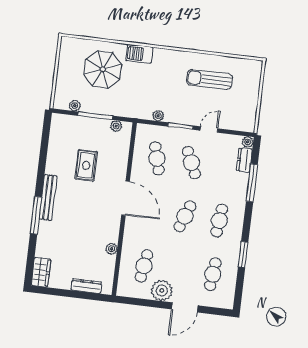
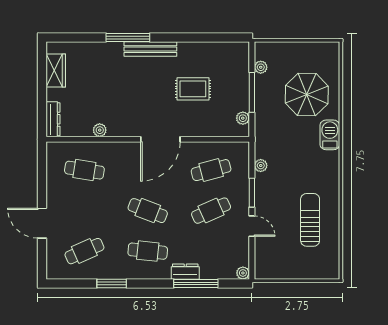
dresser: (244, 160) -> (185, 272), moved
wardrobe: (41, 272) -> (56, 71), moved, turned -90
cafe table: (213, 274) -> (84, 251), turned -30
dresser: (86, 286) -> (53, 119), moved
plant: (162, 291) -> (58, 194), removed

